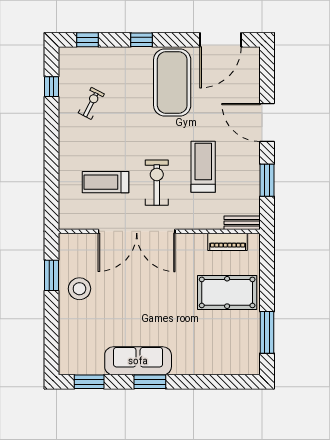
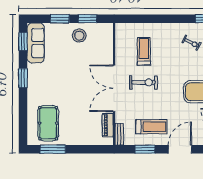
treadmill: (203, 167) -> (151, 127), moved
double door: (137, 231) -> (114, 88), moved
pool table: (227, 292) -> (48, 123), moved
window: (52, 321) -> (60, 19), added
sofa: (138, 361) -> (36, 43), moved

